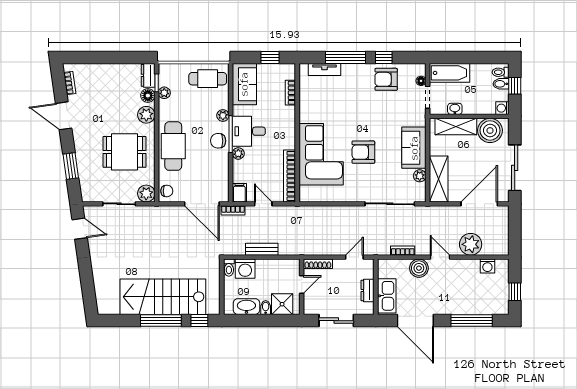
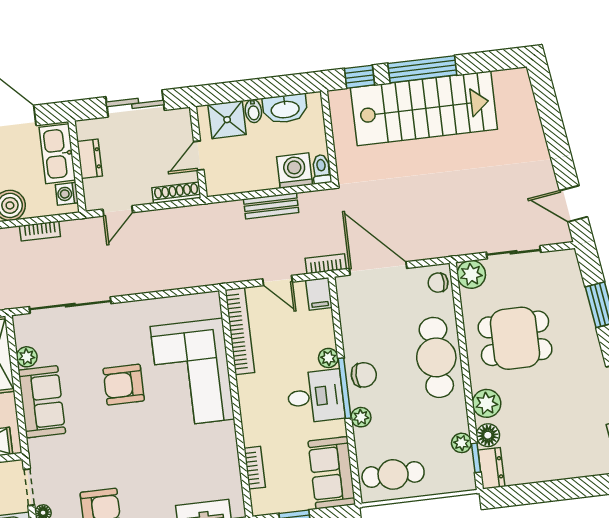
armchair: (363, 152) -> (124, 385), turned 180
washing machine: (384, 271) -> (67, 194), added

